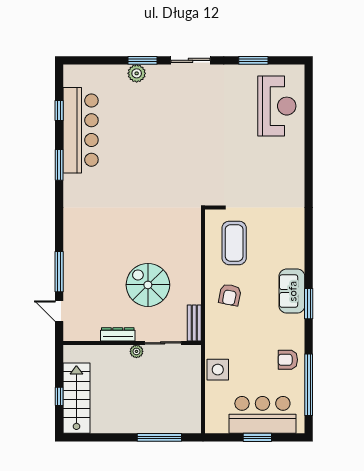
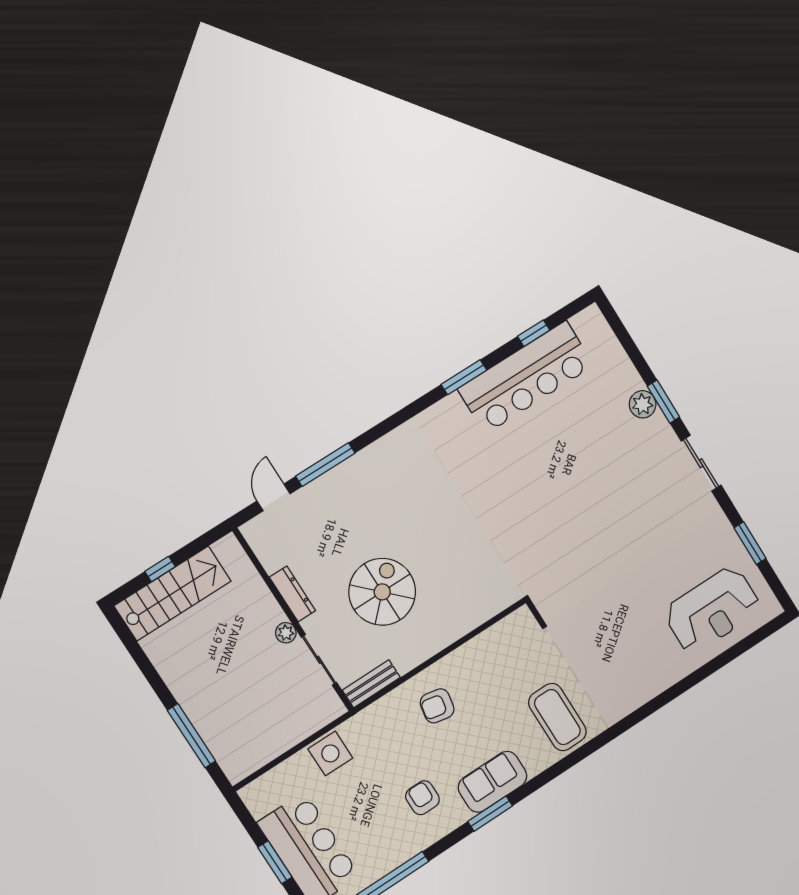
coffee table: (234, 243) -> (557, 717), moved, turned 90
armchair: (288, 360) -> (422, 798), moved

